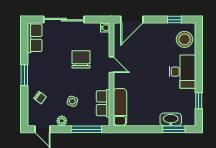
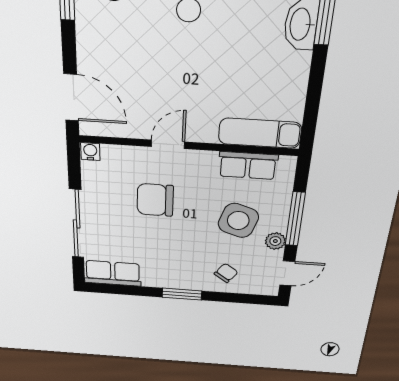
side table: (72, 101) -> (238, 220), width x1.87, depth x1.87
window: (86, 129) -> (295, 219), moved

